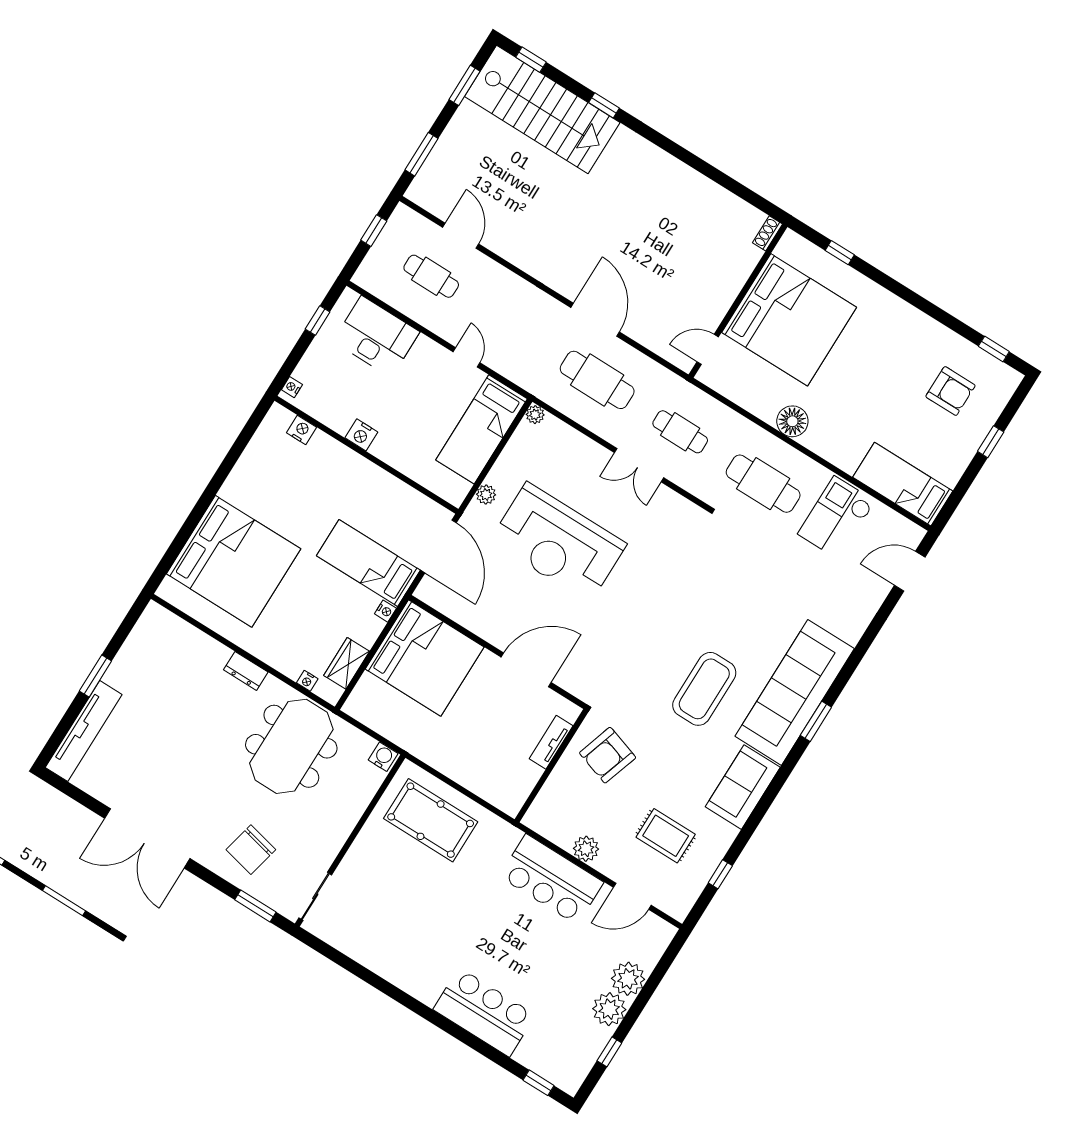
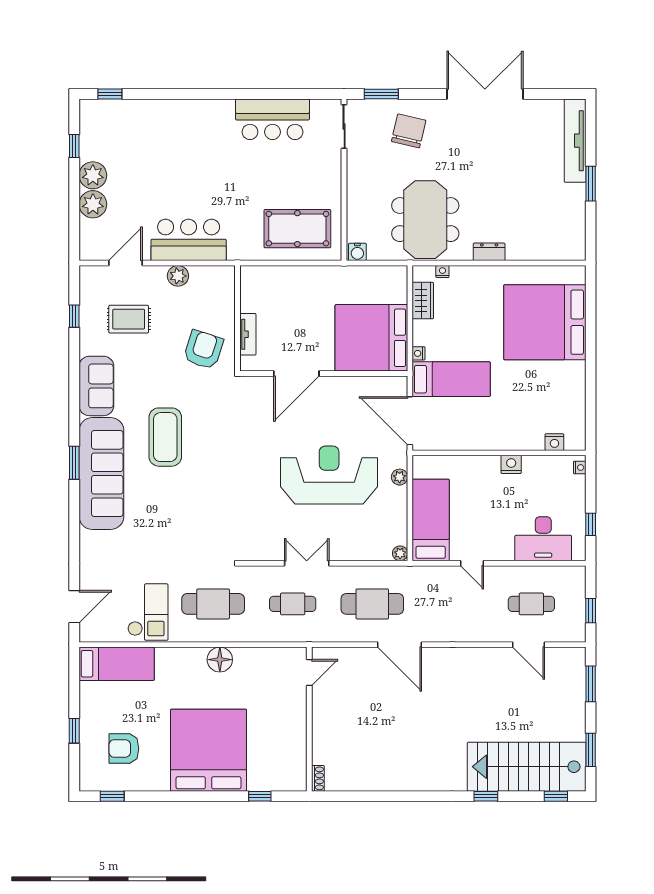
bed: (789, 320) -> (208, 750), moved, turned 90
bar counter: (484, 1012) -> (272, 119), moved

